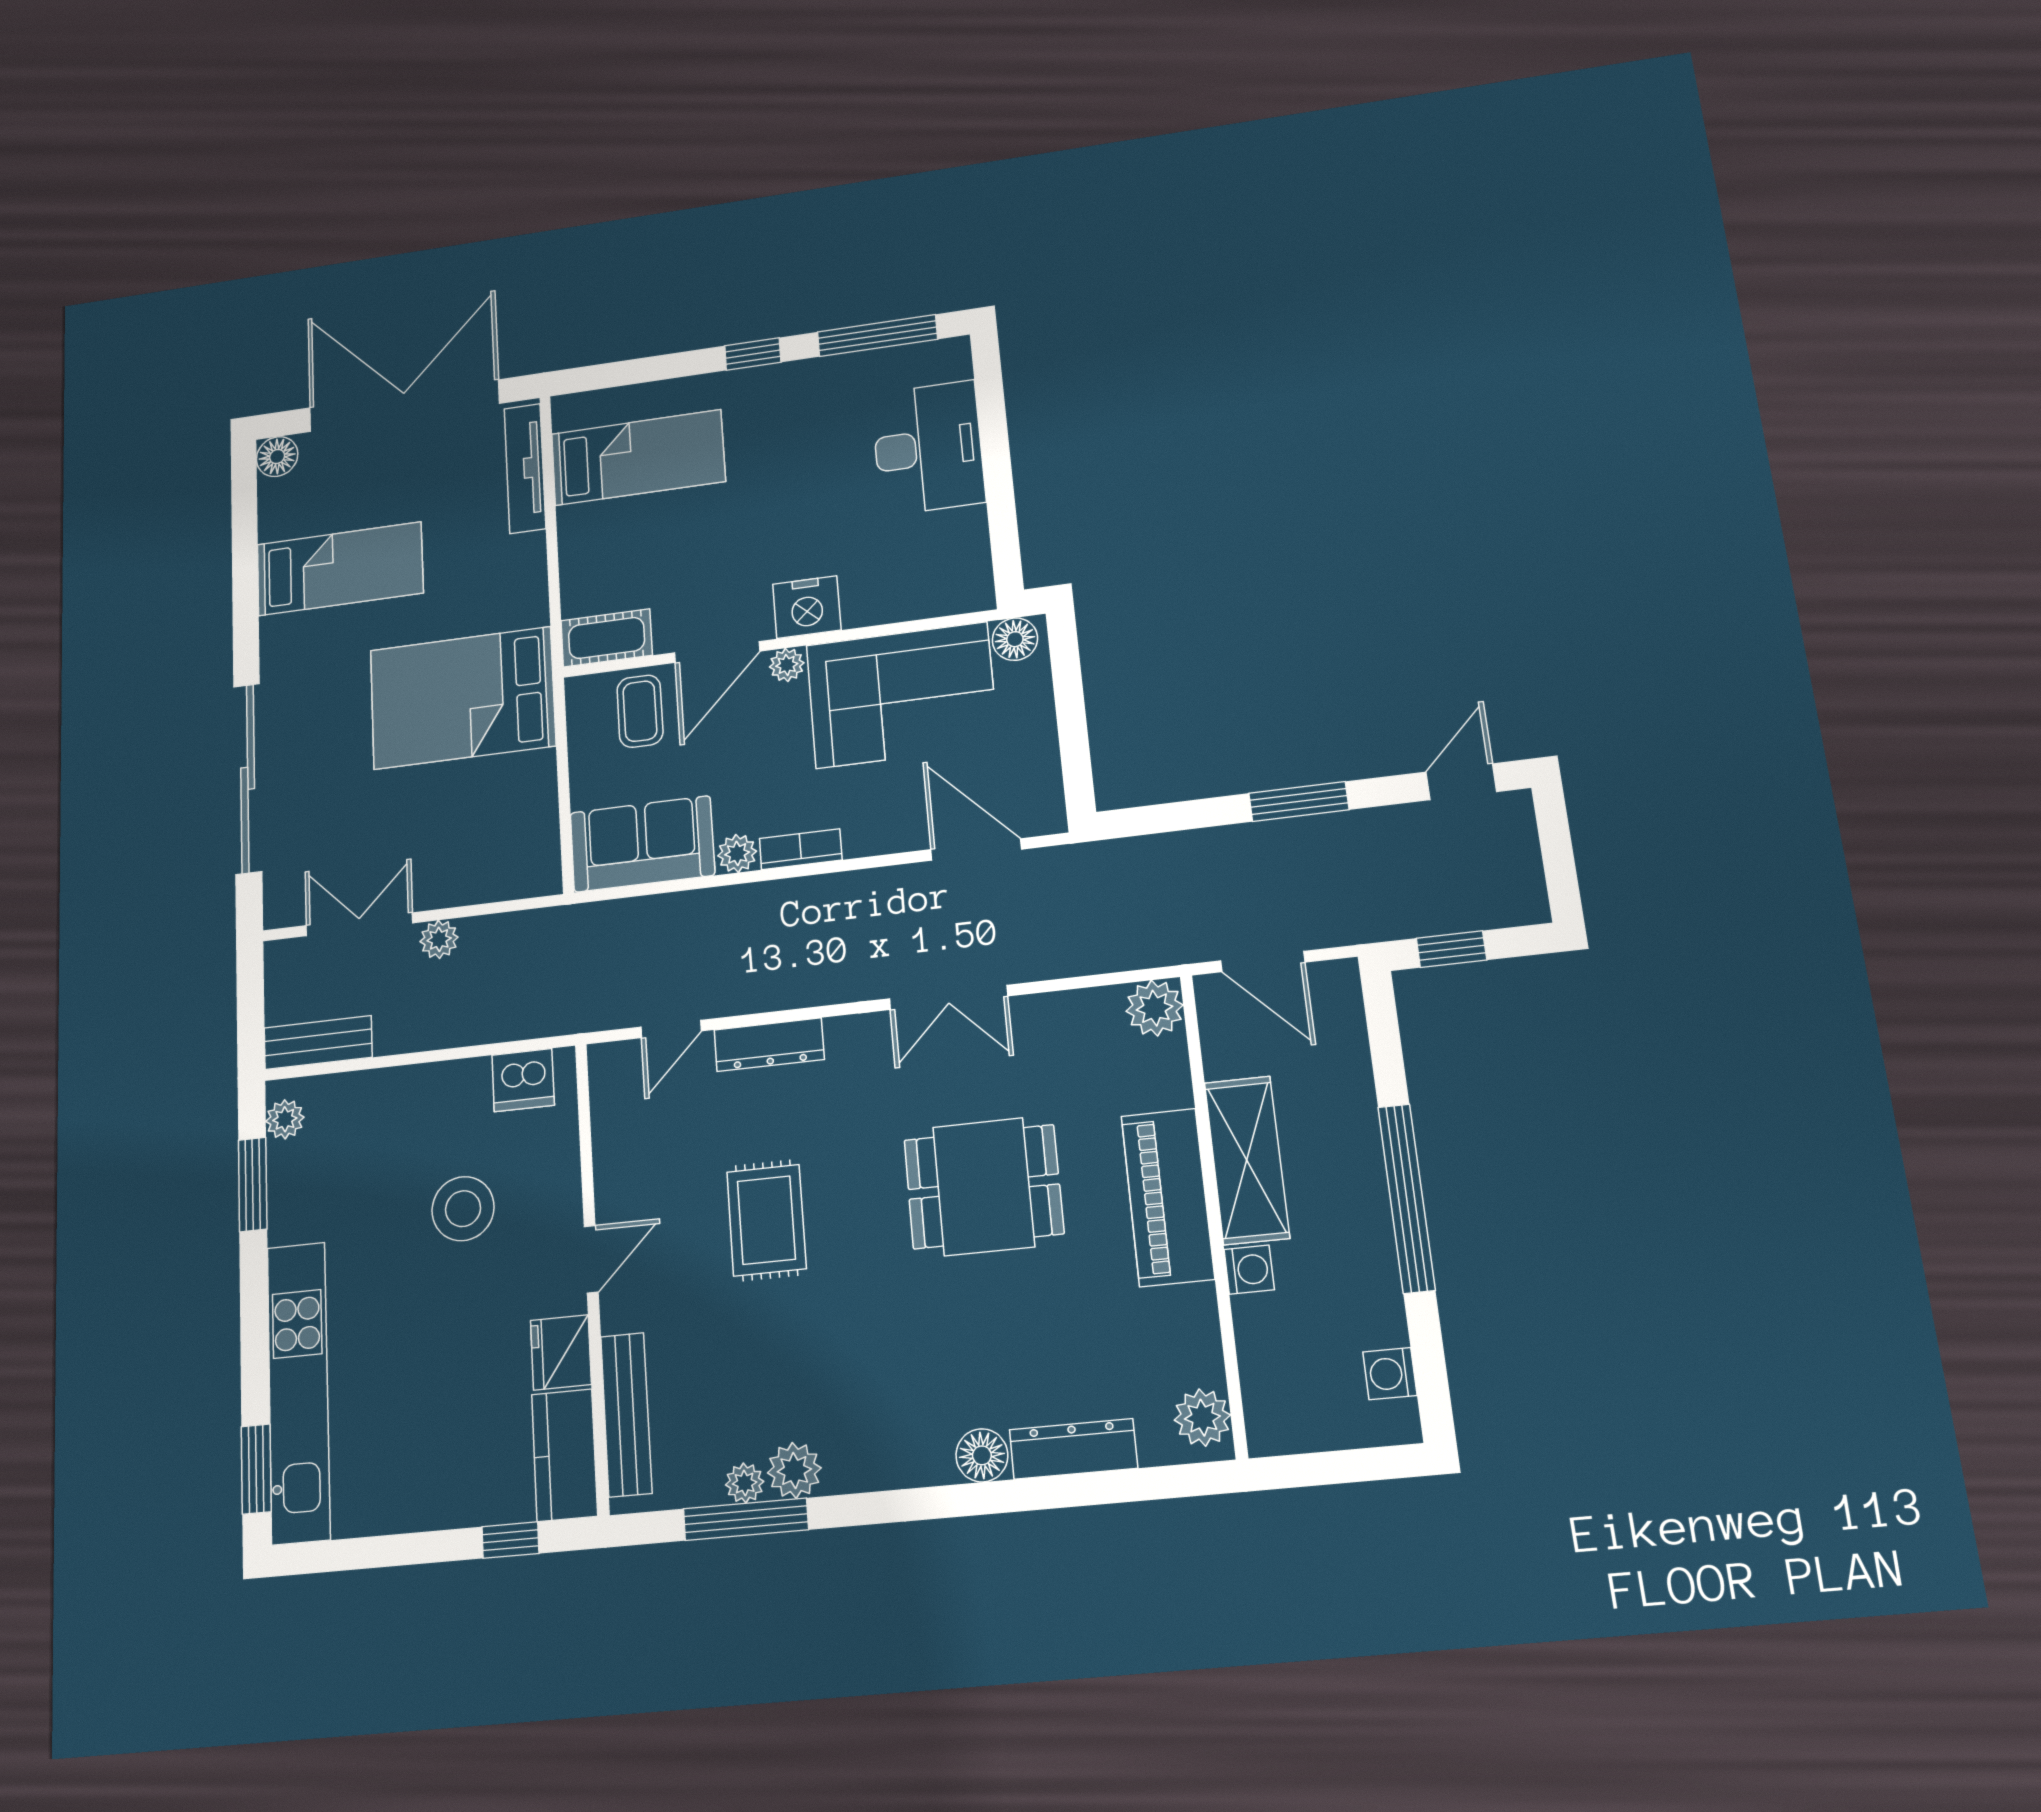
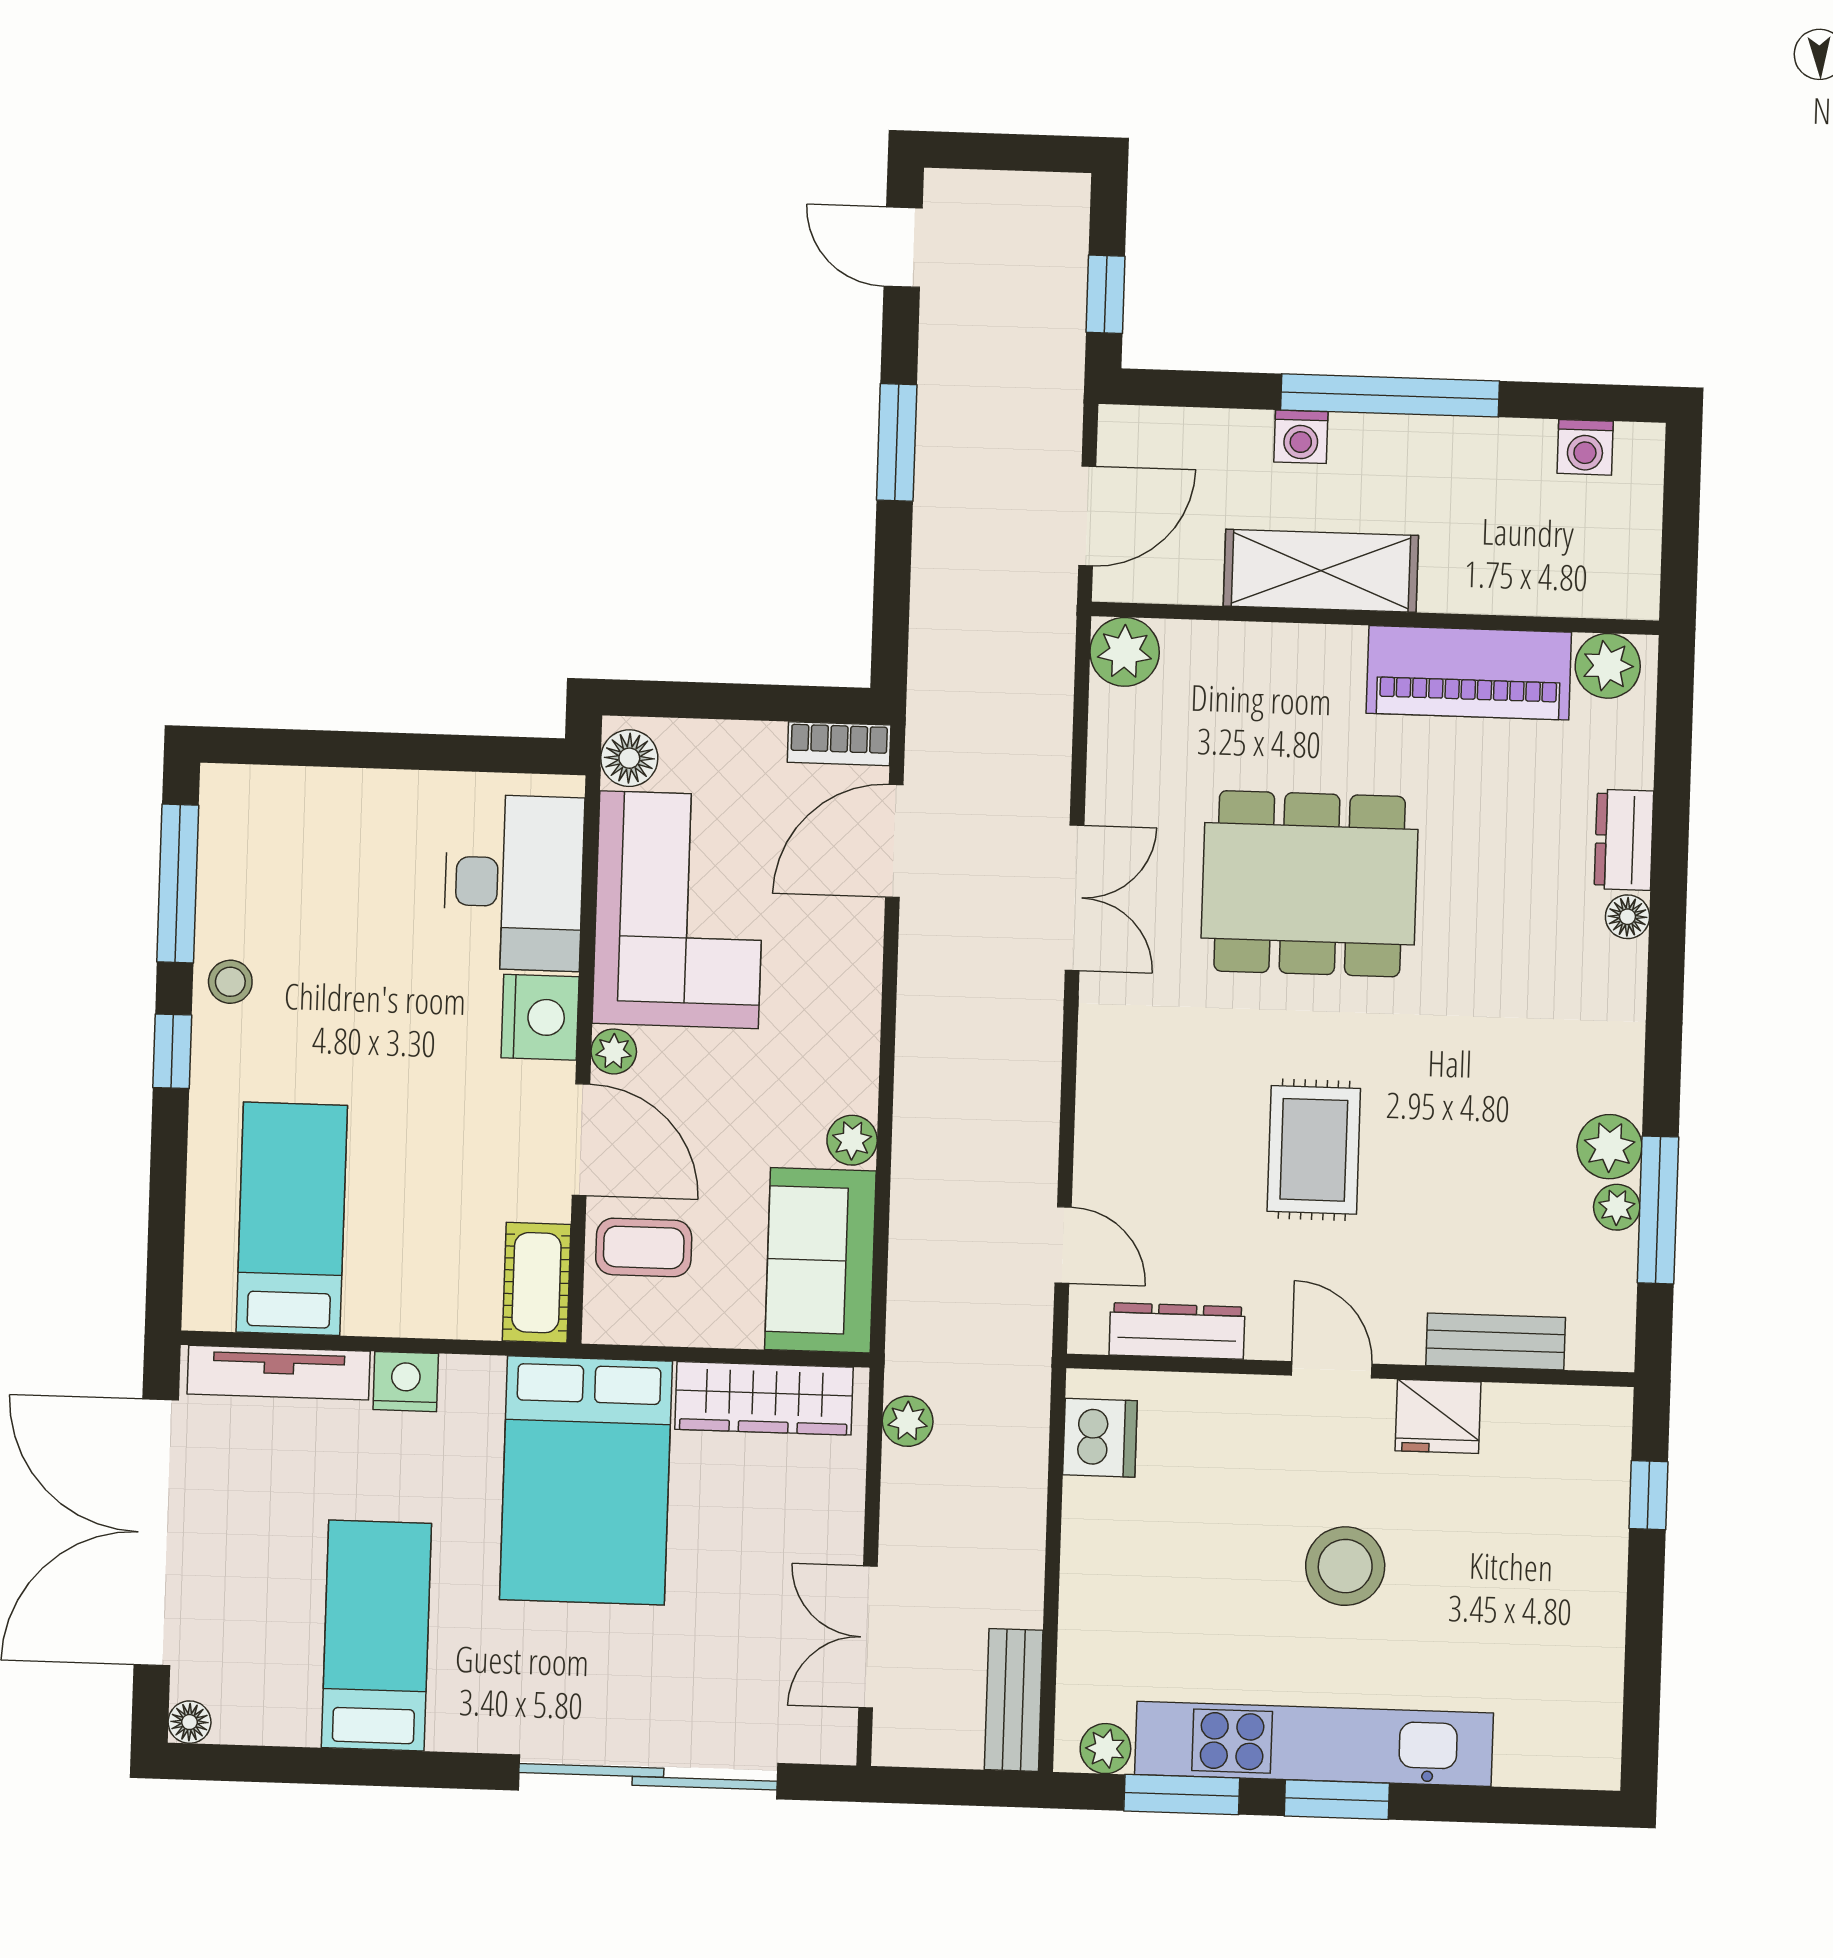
stool: (809, 384) -> (230, 982), added
desk: (928, 448) -> (514, 883), moved, turned 90
floor lamp: (277, 457) -> (189, 1722), width x0.73, depth x0.73
nightstand: (526, 558) -> (406, 1382), added
wardrobe: (534, 818) -> (764, 1398), added
bookcase: (801, 849) -> (839, 744), moved, turned -90
plant: (439, 939) -> (908, 1421), moved
dresser: (769, 1045) -> (1177, 1331), moved, turned -90
dining table: (984, 1187) -> (1310, 884), width x1.38
piano: (1168, 1197) -> (1469, 673), moved
stool: (463, 1209) -> (1345, 1566), moved
rug: (766, 1220) -> (1314, 1150), turned 90
washing machine: (1249, 1270) -> (1301, 437), moved, turned 180
kitchen unit: (298, 1392) -> (1314, 1744), moved
bench: (626, 1414) -> (1496, 1341), width x0.73
dresser: (1073, 1449) -> (1624, 840), width x0.70
kitchen counter: (564, 1455) -> (1559, 1422), removed
floor lamp: (982, 1455) -> (1627, 917), width x0.73, depth x0.73
window: (256, 1469) -> (1337, 1800), moved

